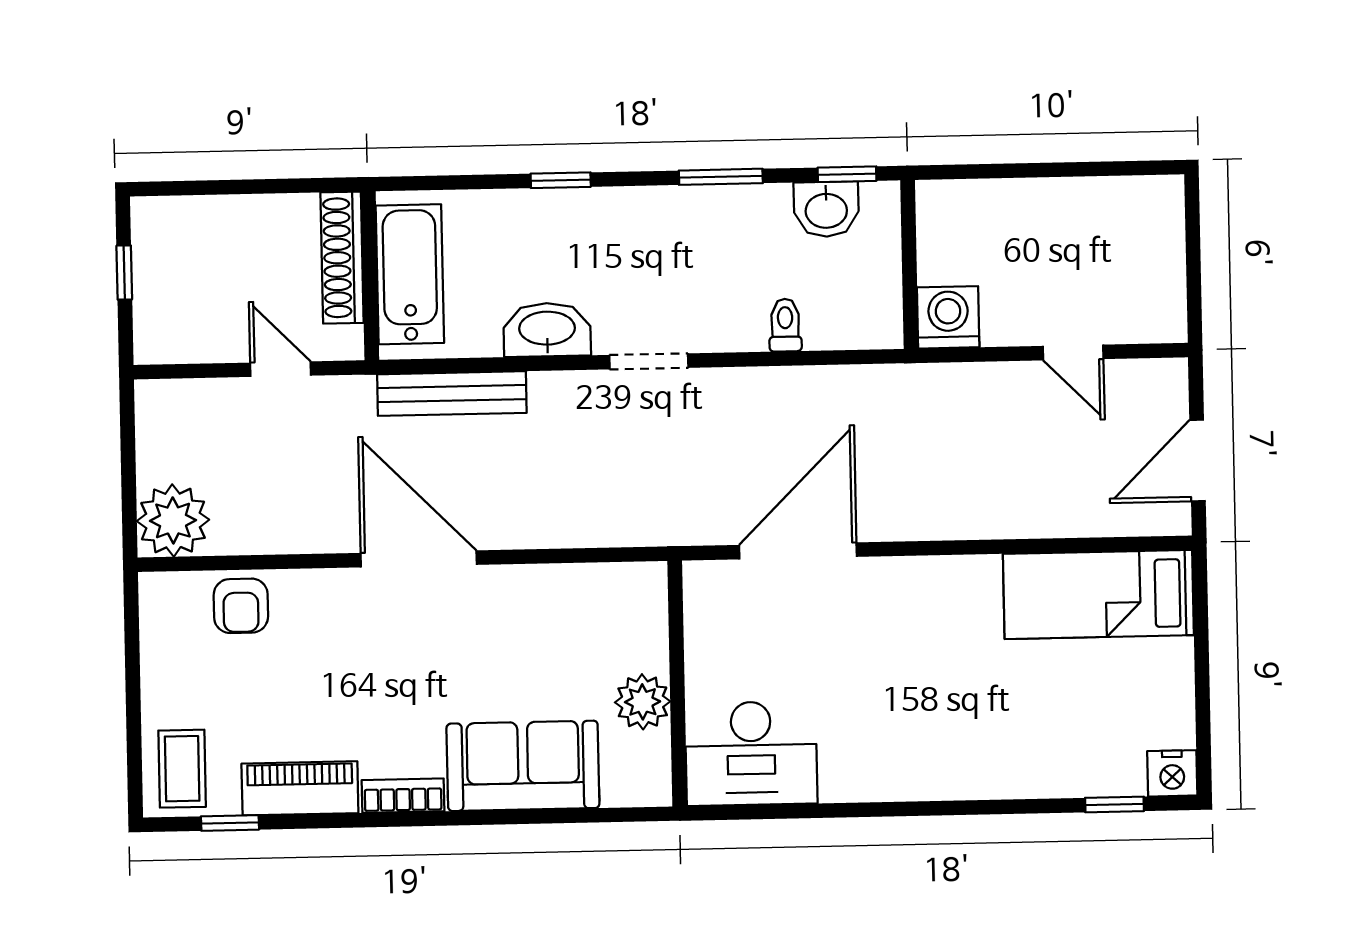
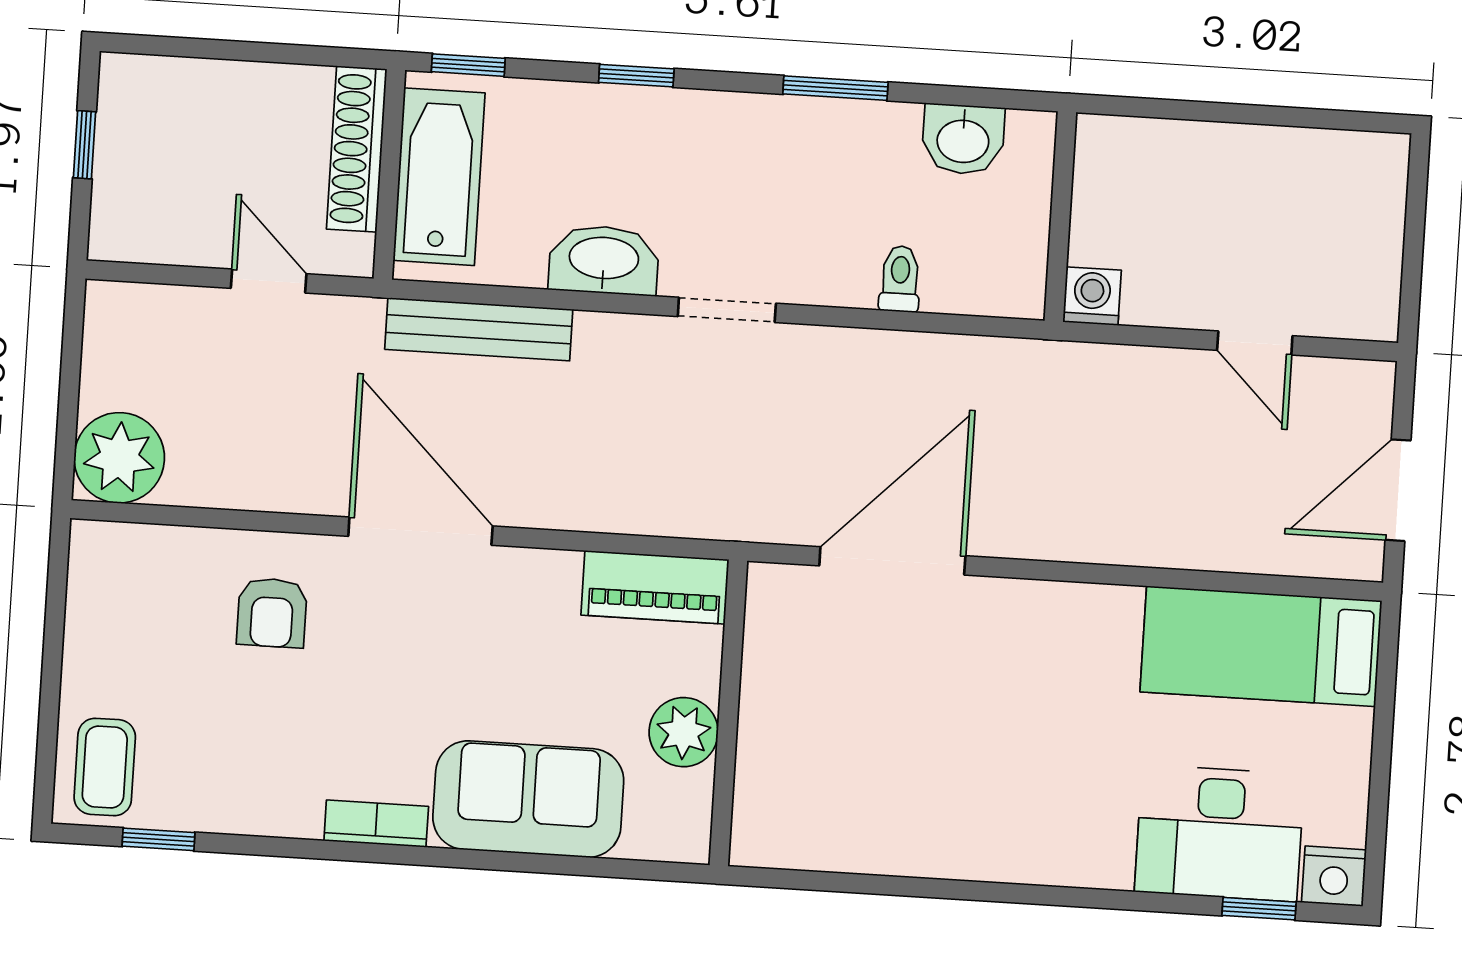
window: (847, 174) -> (468, 65), moved
washing machine: (948, 317) -> (1092, 296), width x0.73, depth x0.73
armchair: (241, 606) -> (272, 613), moved
desk: (751, 753) -> (1219, 833), moved
piano: (300, 788) -> (655, 587), moved, turned 180

